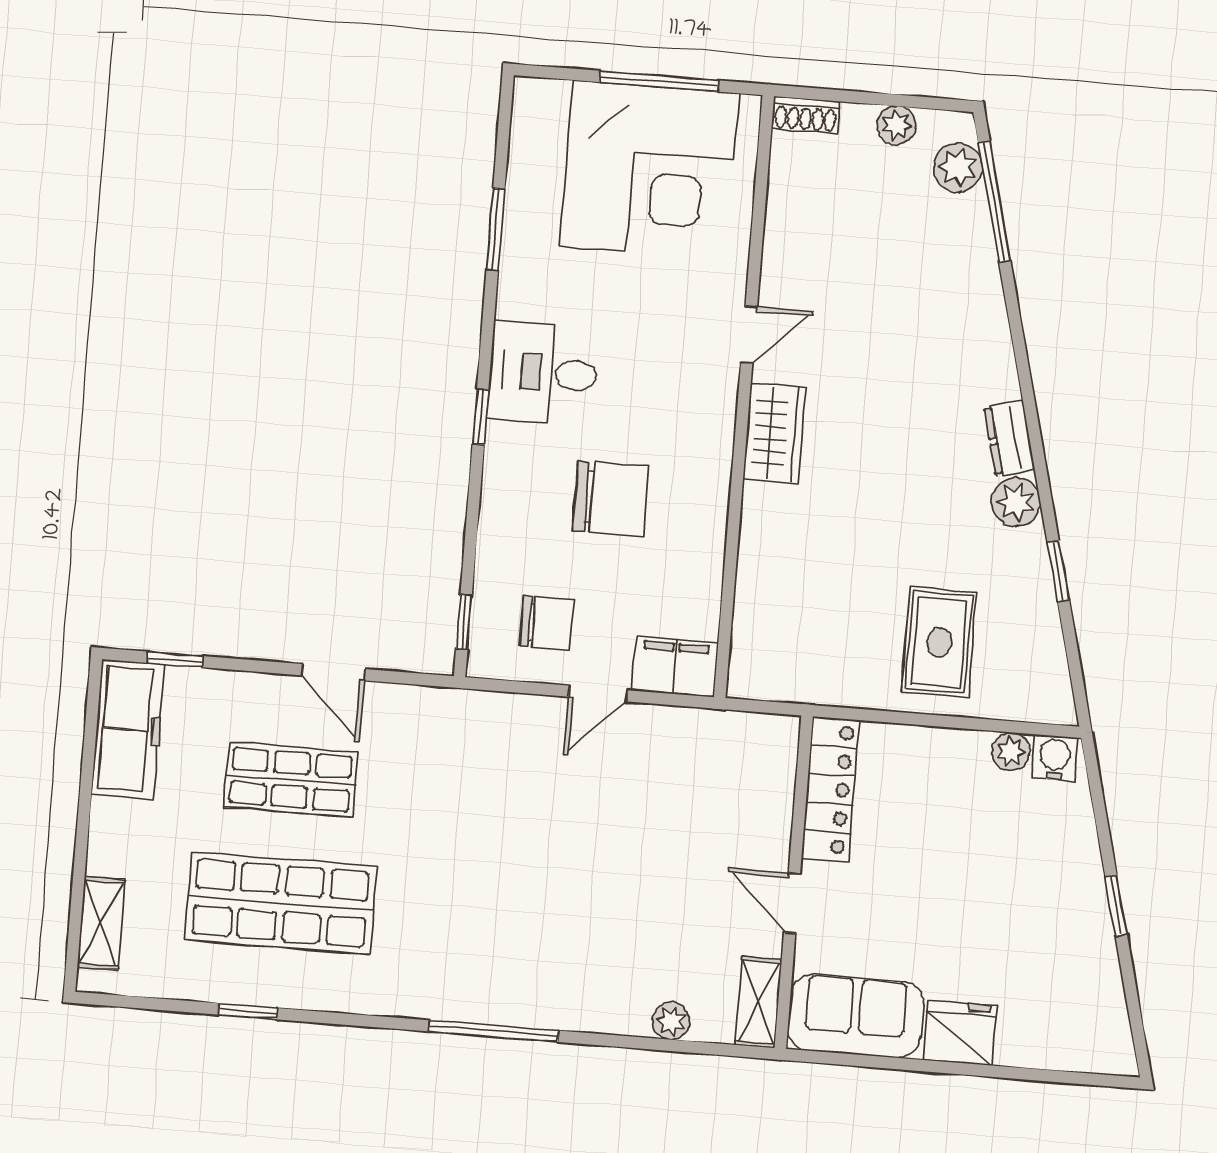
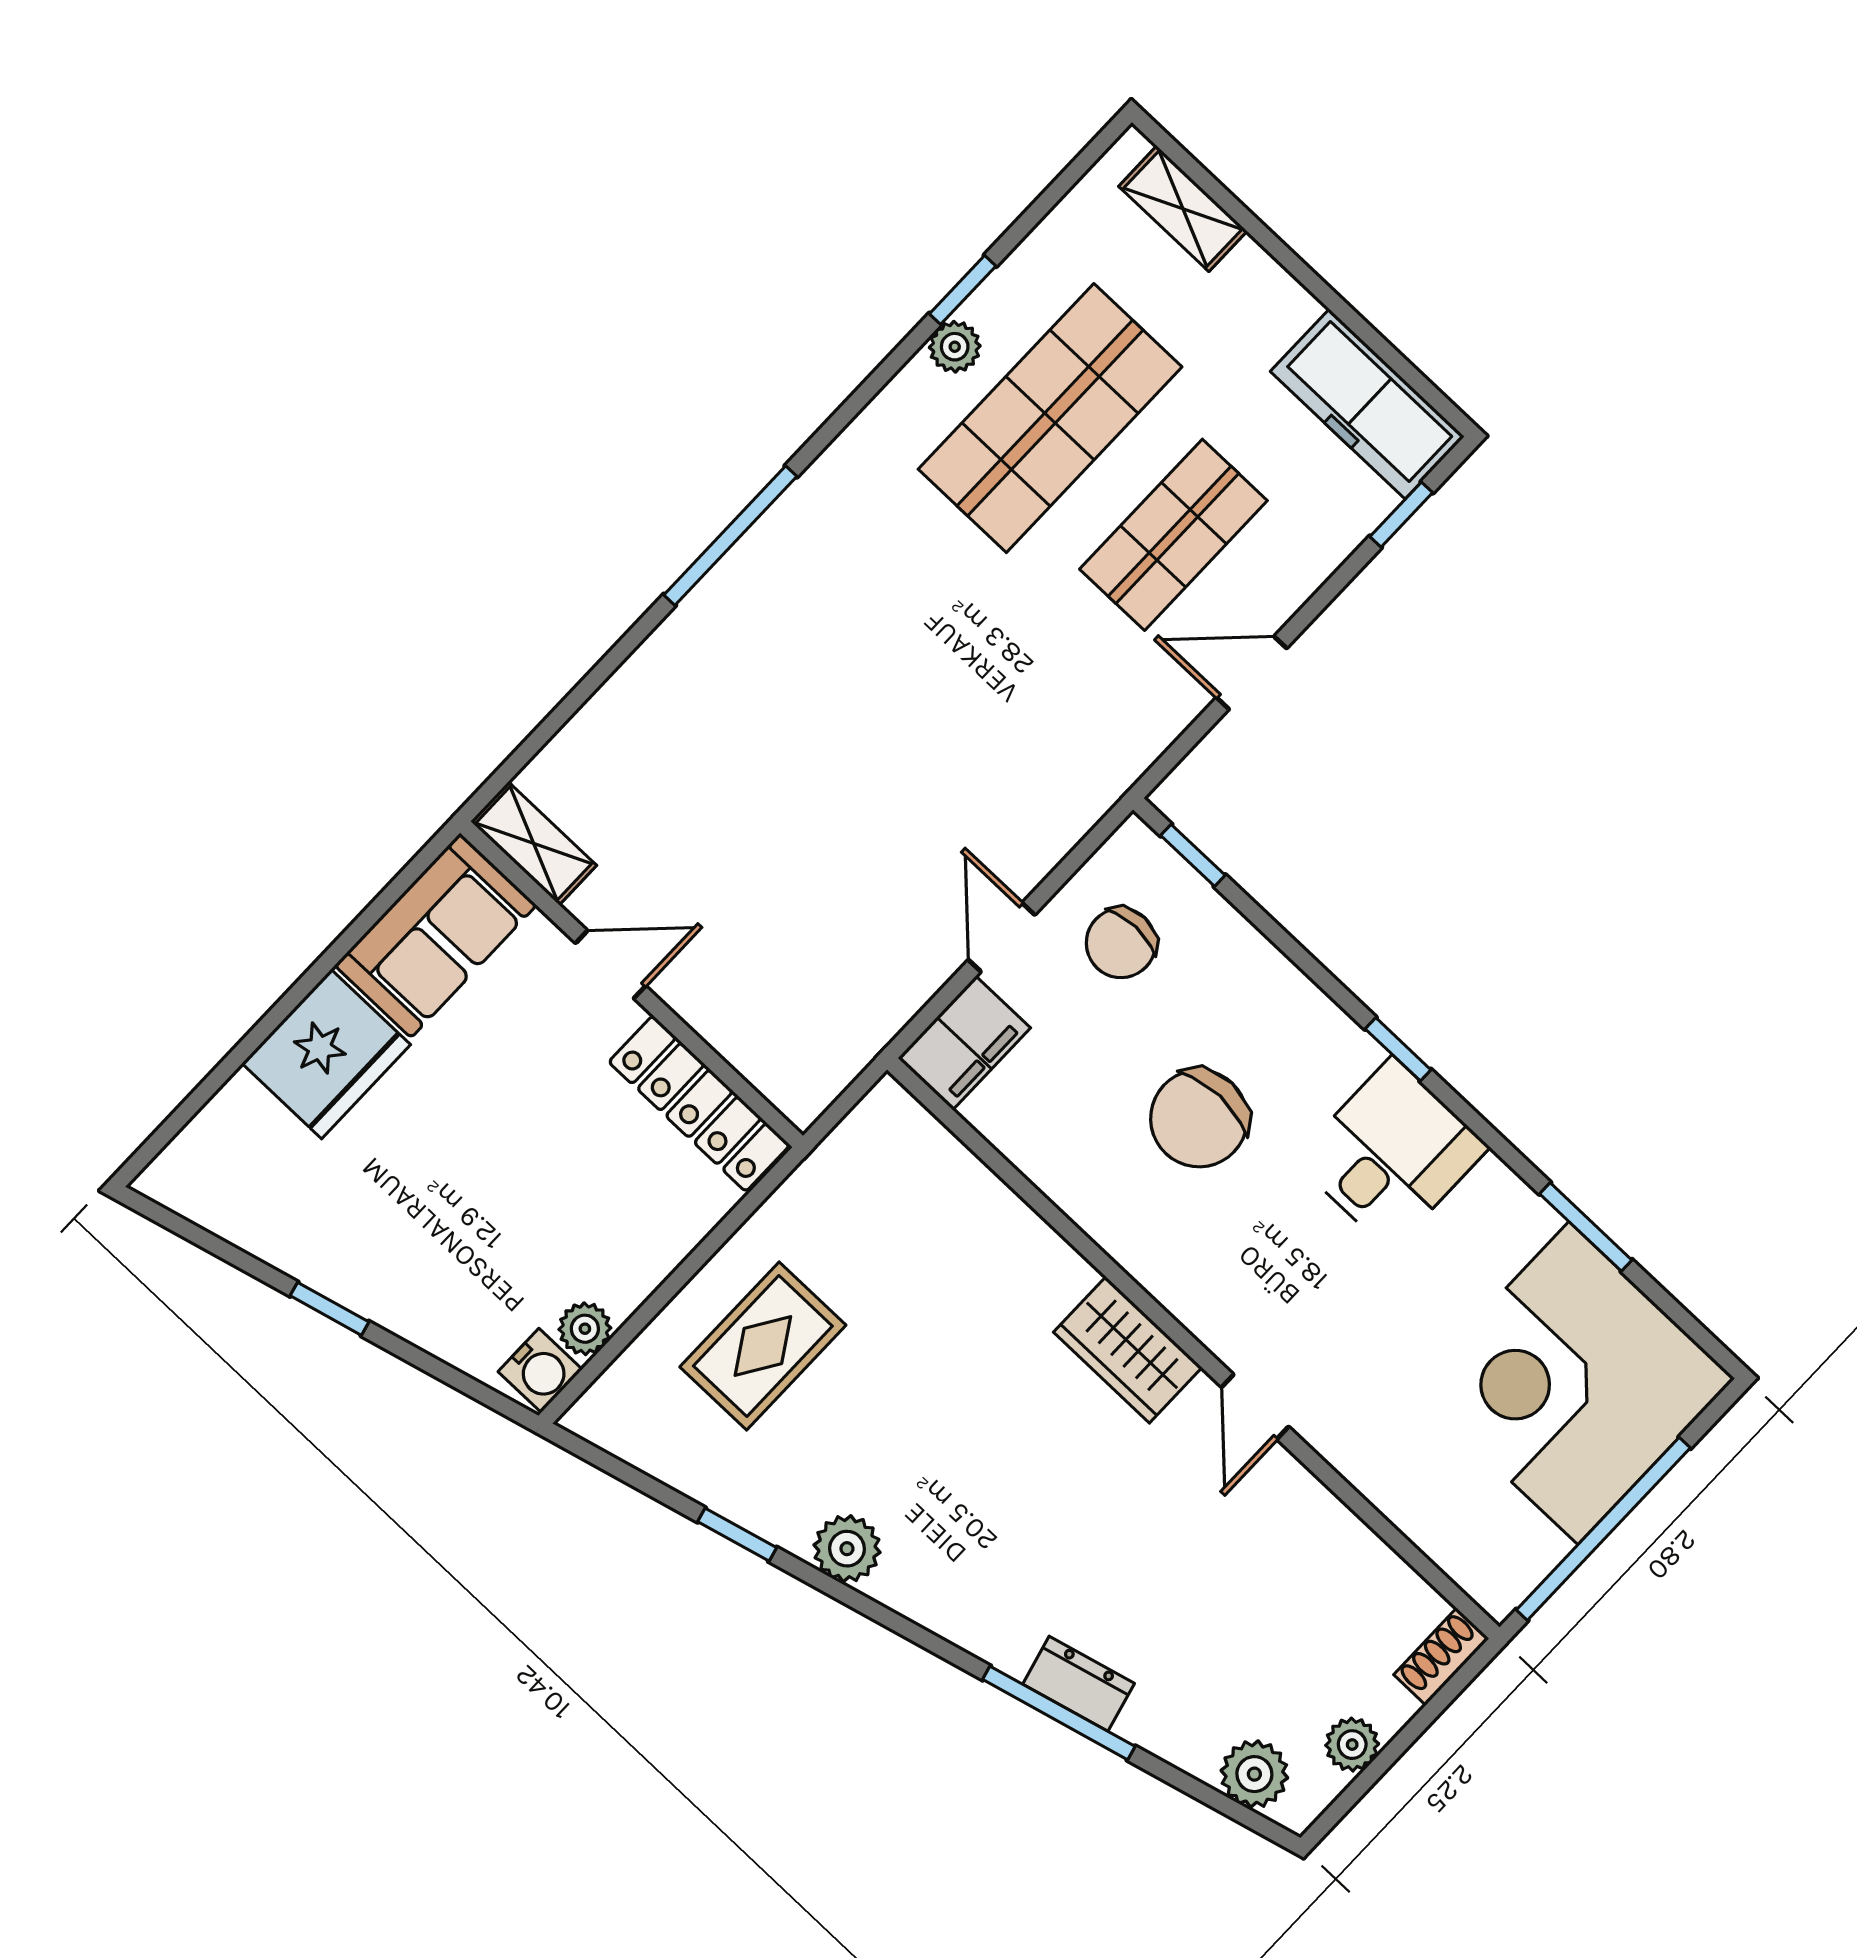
window: (659, 81) -> (1603, 1529), width x1.46
corner desk: (649, 170) -> (1573, 1383), moved
window: (994, 202) -> (1059, 1713), moved
dresser: (1009, 439) -> (1079, 1684), moved
rug: (939, 642) -> (763, 1346), turned 90
plant: (671, 1021) -> (955, 347), moved
fridge: (959, 1033) -> (326, 1054), width x1.36, depth x1.34

